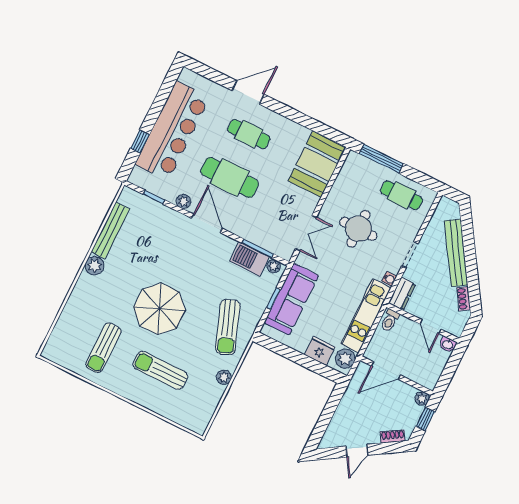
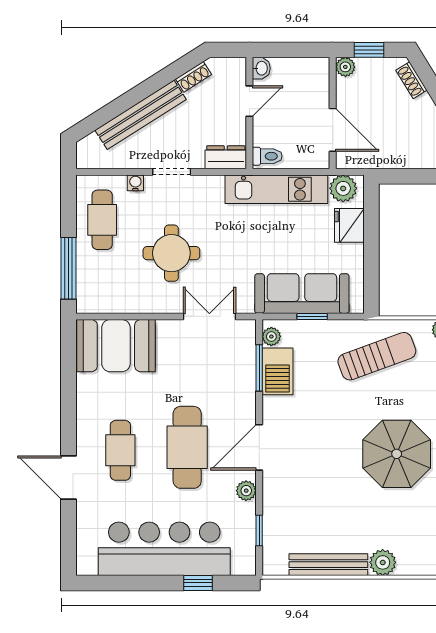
water cooler: (389, 279) -> (135, 183), moved

